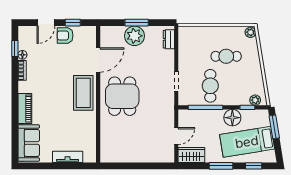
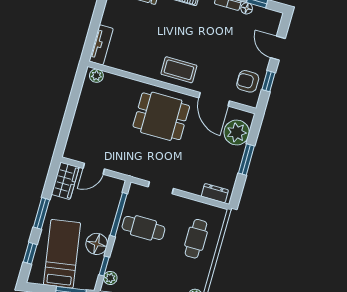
armchair: (65, 35) -> (248, 81), moved, turned -90
plant: (135, 36) -> (237, 133), moved
cafe table: (226, 56) -> (196, 239), moved
coffee table: (83, 93) -> (179, 70), width x0.73, depth x0.76
door: (176, 136) -> (94, 169), hinge flipped
plant: (105, 154) -> (96, 76), added
tv unit: (68, 157) -> (101, 45), moved

